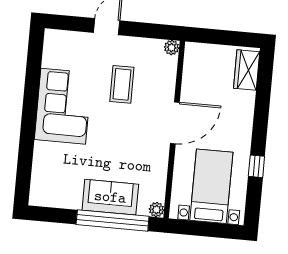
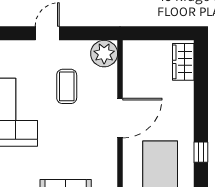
plant: (172, 48) -> (104, 54), width x1.88, depth x1.88

